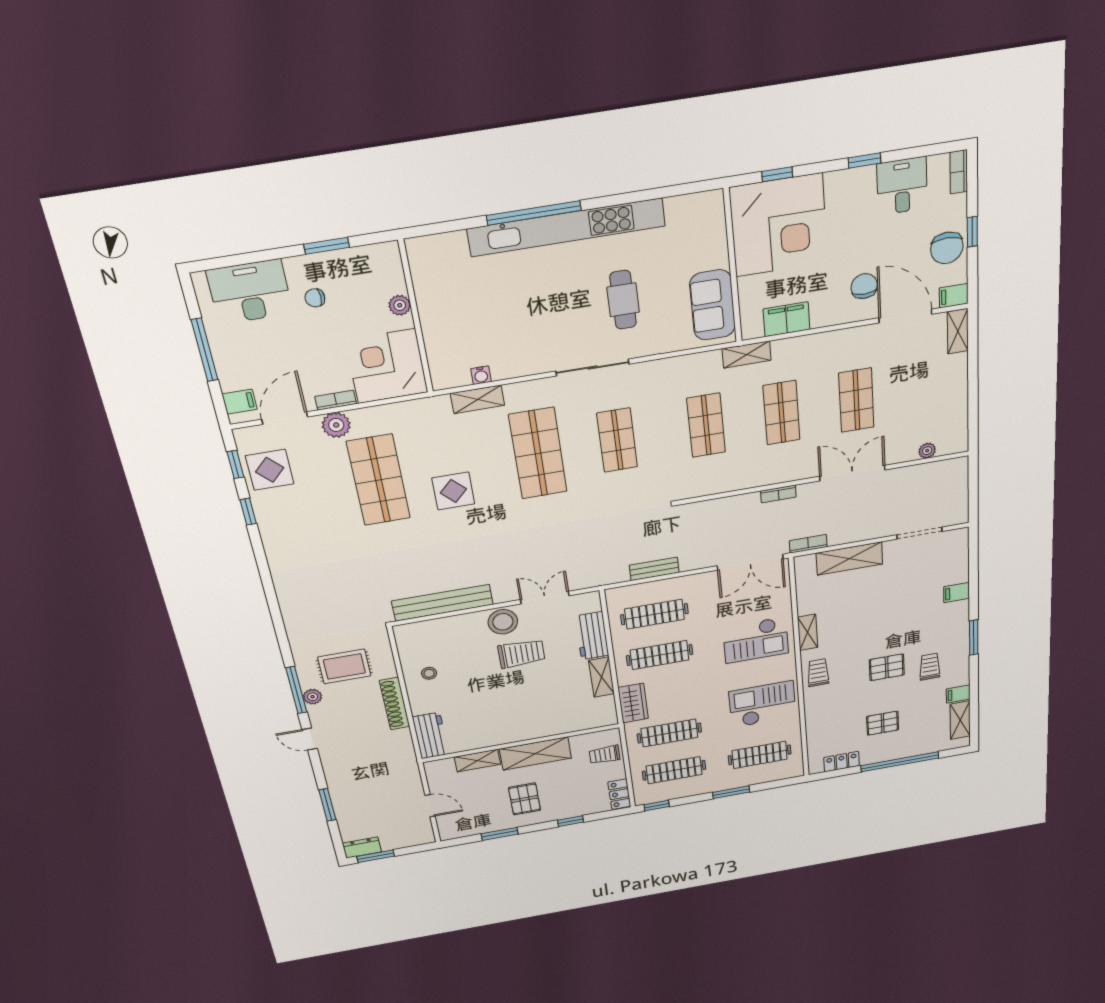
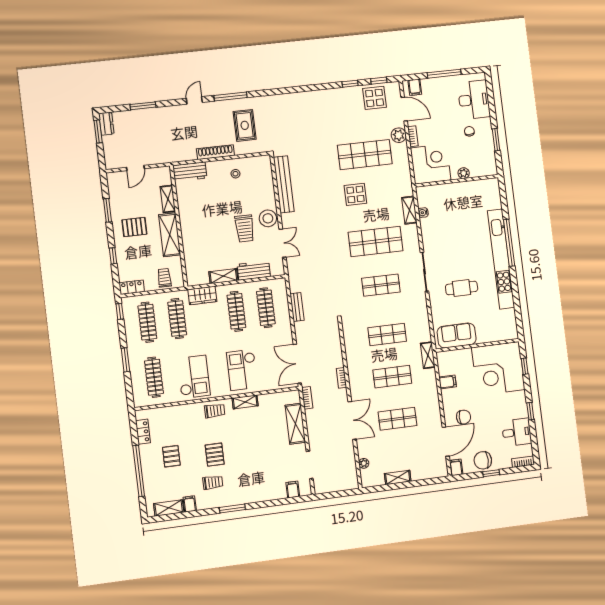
filing cabinet: (787, 319) -> (448, 382), width x0.50
shelving: (958, 331) -> (398, 477), moved
filing cabinet: (957, 593) -> (293, 490), moved
plant: (313, 697) -> (225, 105), removed

